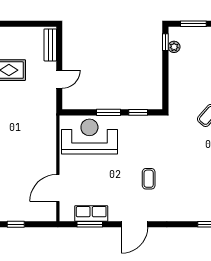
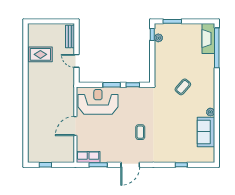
door: (59, 79) -> (76, 61), swing flipped
door: (58, 188) -> (75, 126), moved
row of seats: (91, 214) -> (88, 157), moved

